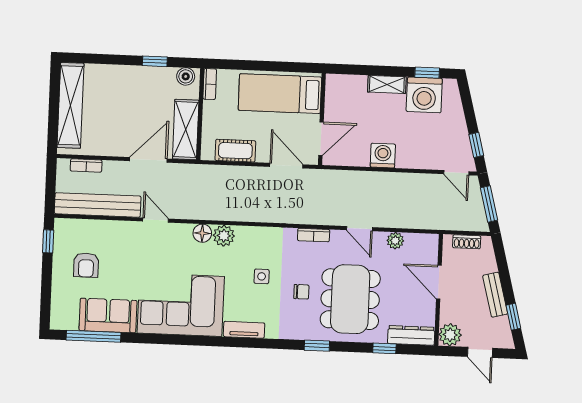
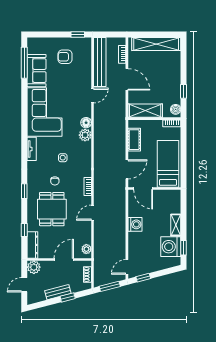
door: (148, 160) -> (127, 79), moved
plant: (395, 241) -> (86, 249), moved
dining table: (350, 299) -> (52, 209), width x0.73
window: (513, 317) -> (68, 297), moved

